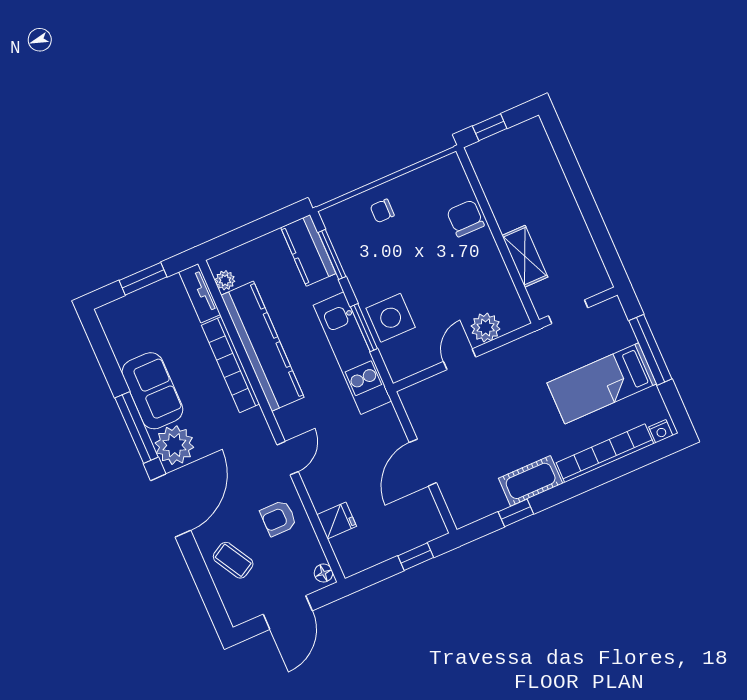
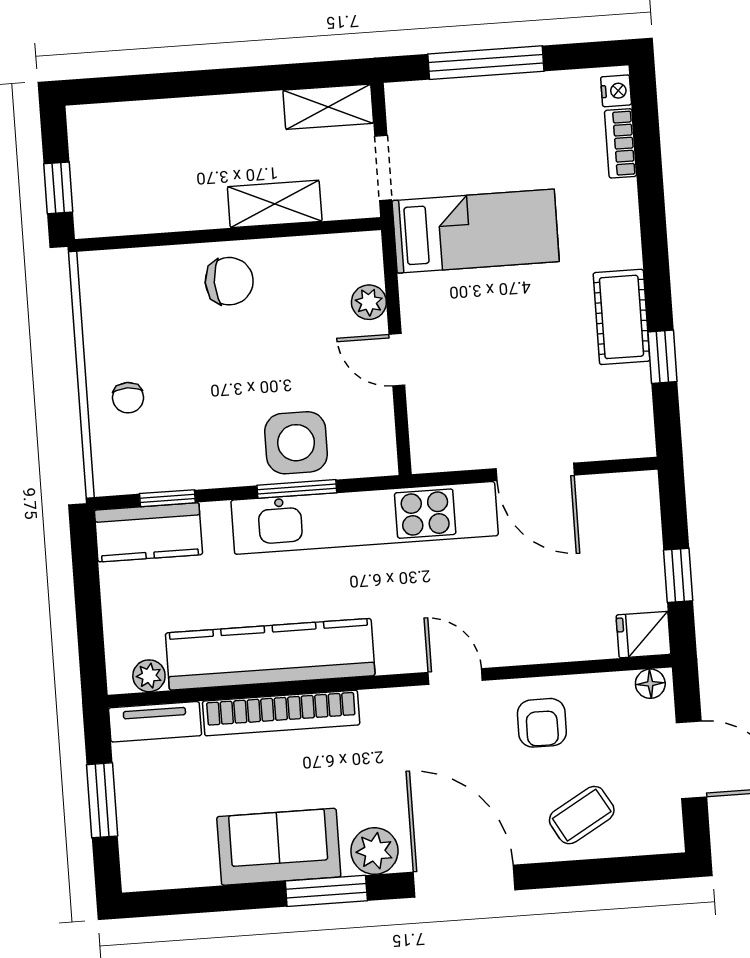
chair: (465, 218) -> (229, 281), moved, turned 180
window: (332, 254) -> (167, 498), width x0.67
shelving: (592, 267) -> (328, 107), added
plant: (486, 327) -> (369, 302), width x0.73, depth x0.73
kitchen unit: (352, 353) -> (365, 518), width x1.36
bed: (602, 383) -> (476, 231), moved, turned -90
window: (137, 427) -> (326, 891), width x0.69
plant: (174, 445) -> (374, 851), width x0.73, depth x0.73
bookcase: (605, 453) -> (621, 143), width x0.43, depth x0.76
fridge: (337, 520) -> (643, 635), moved, turned -90
window: (416, 557) -> (678, 575), moved

